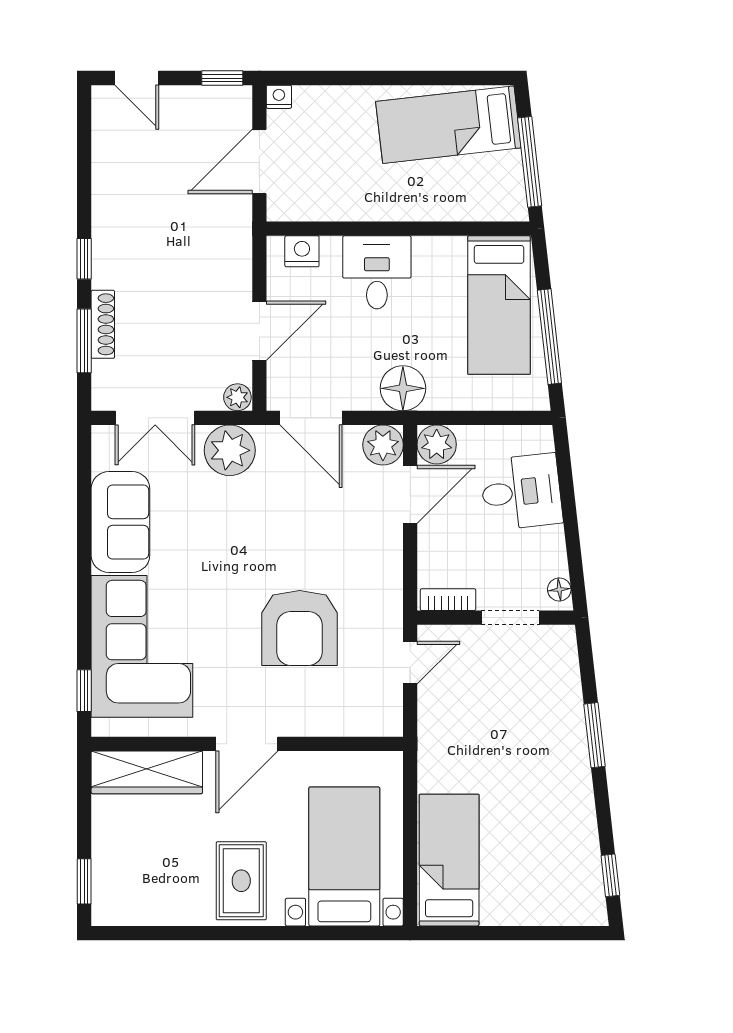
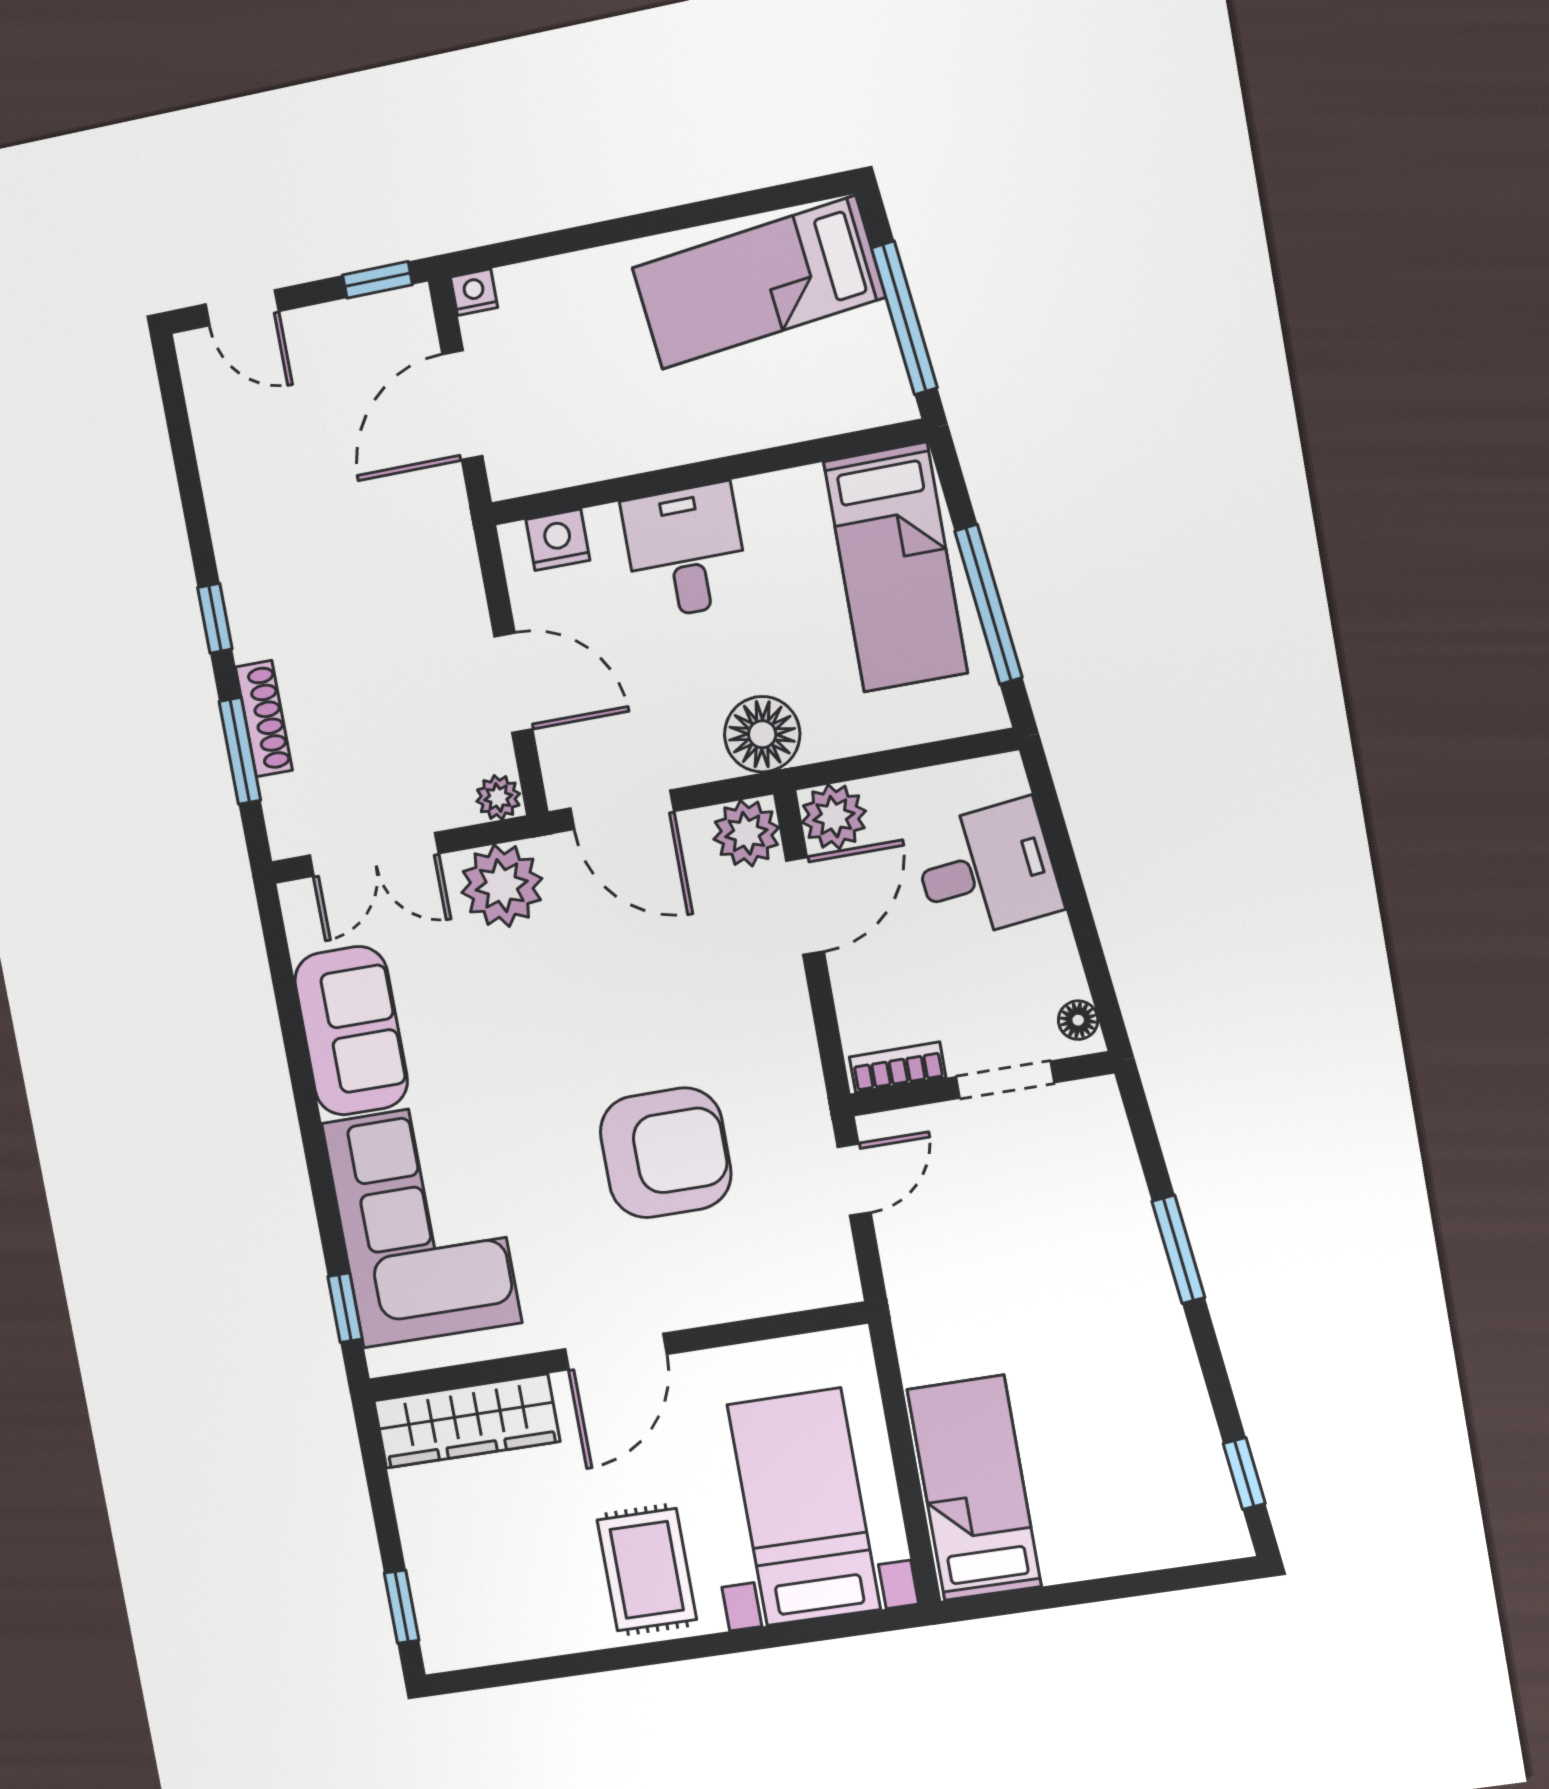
door: (259, 331) -> (513, 683), hinge flipped
armchair: (300, 628) -> (666, 1153), turned -90

